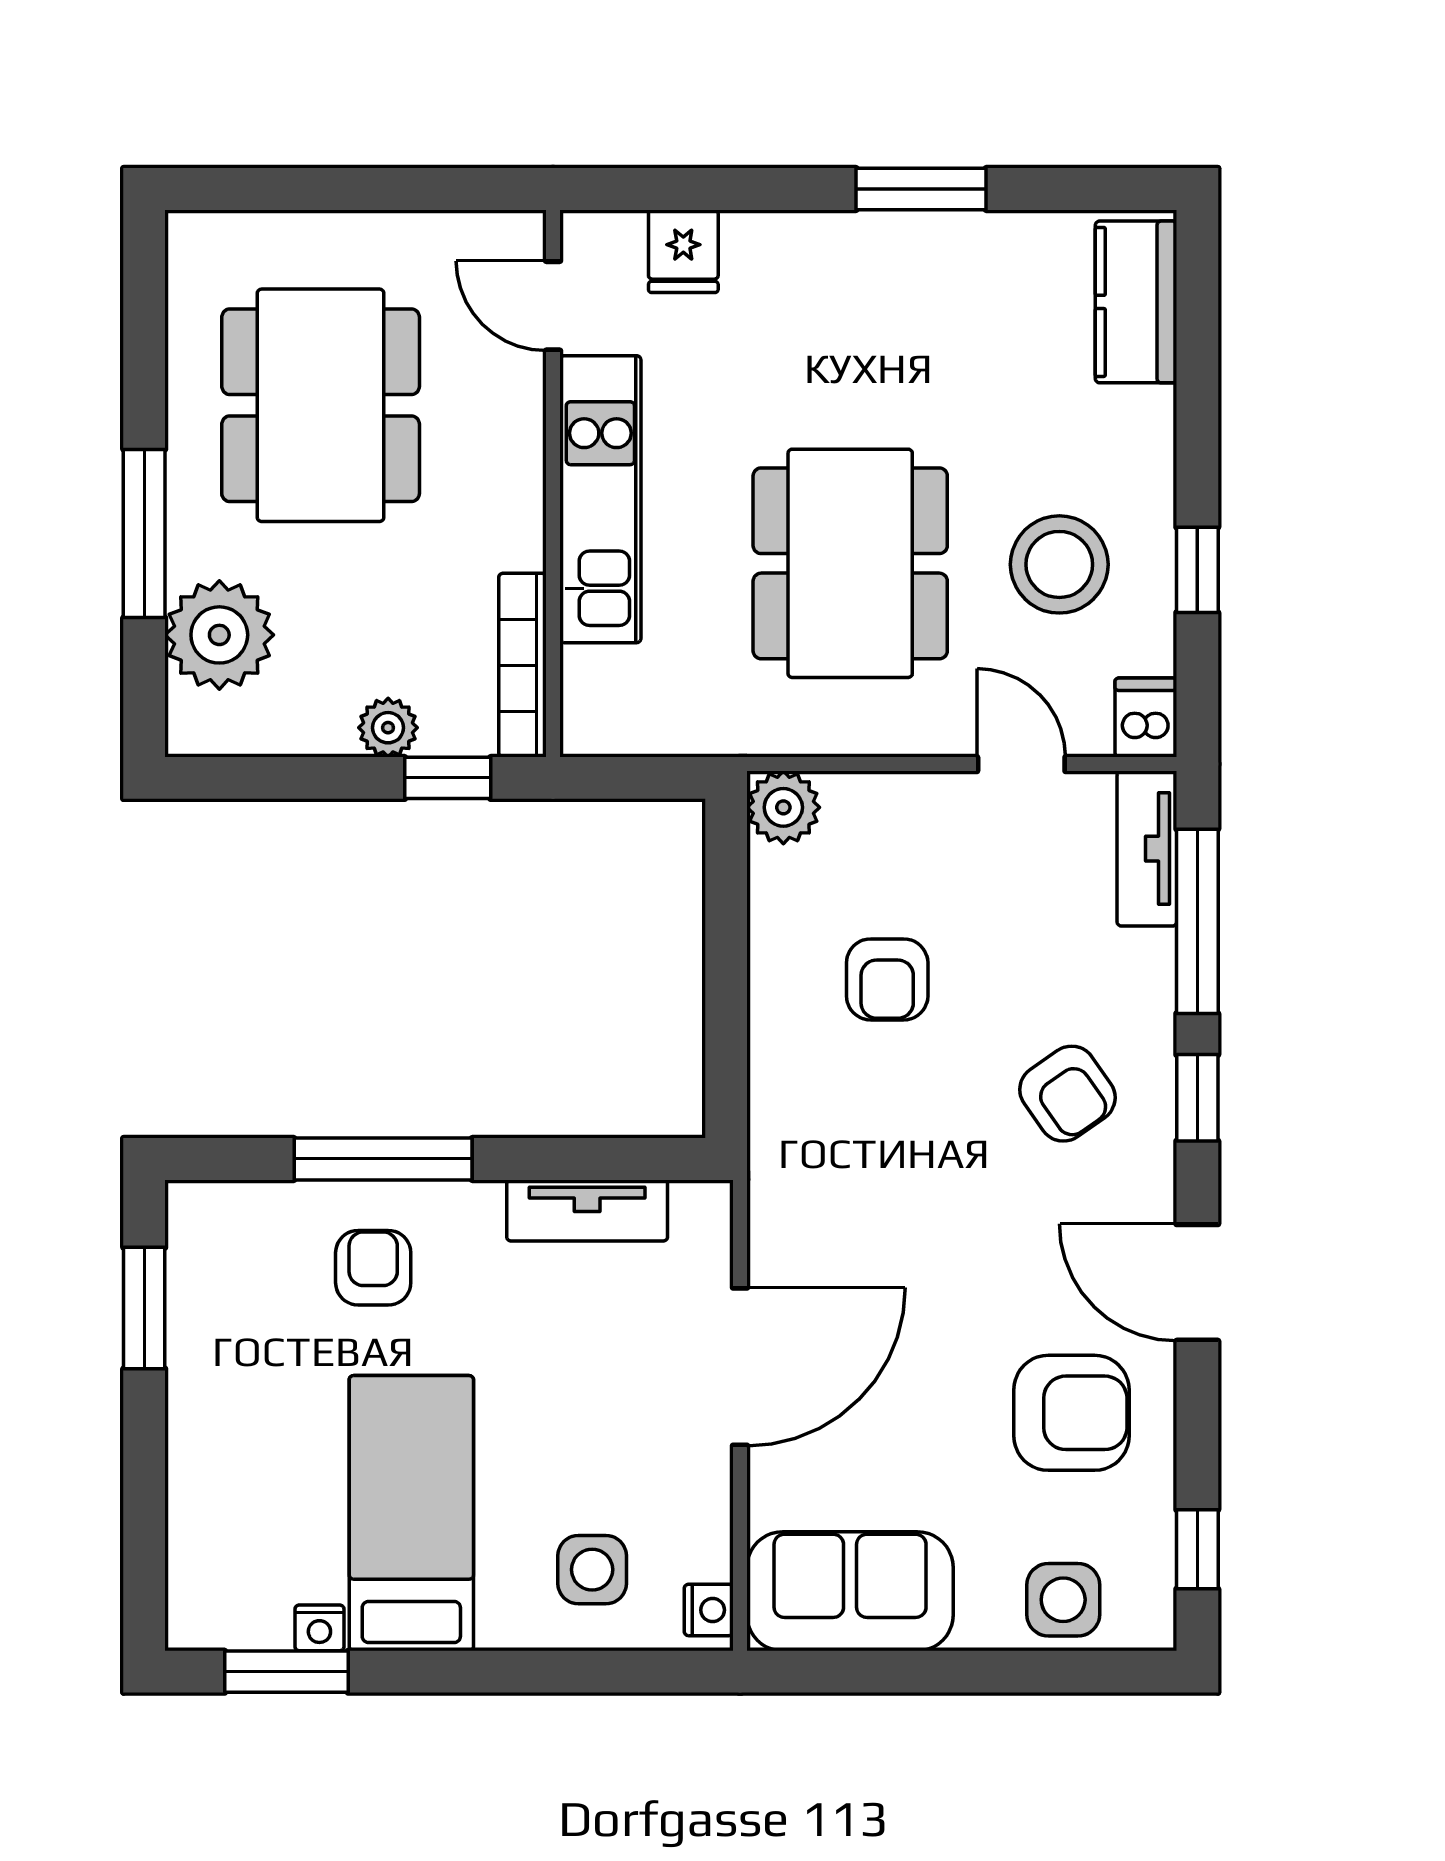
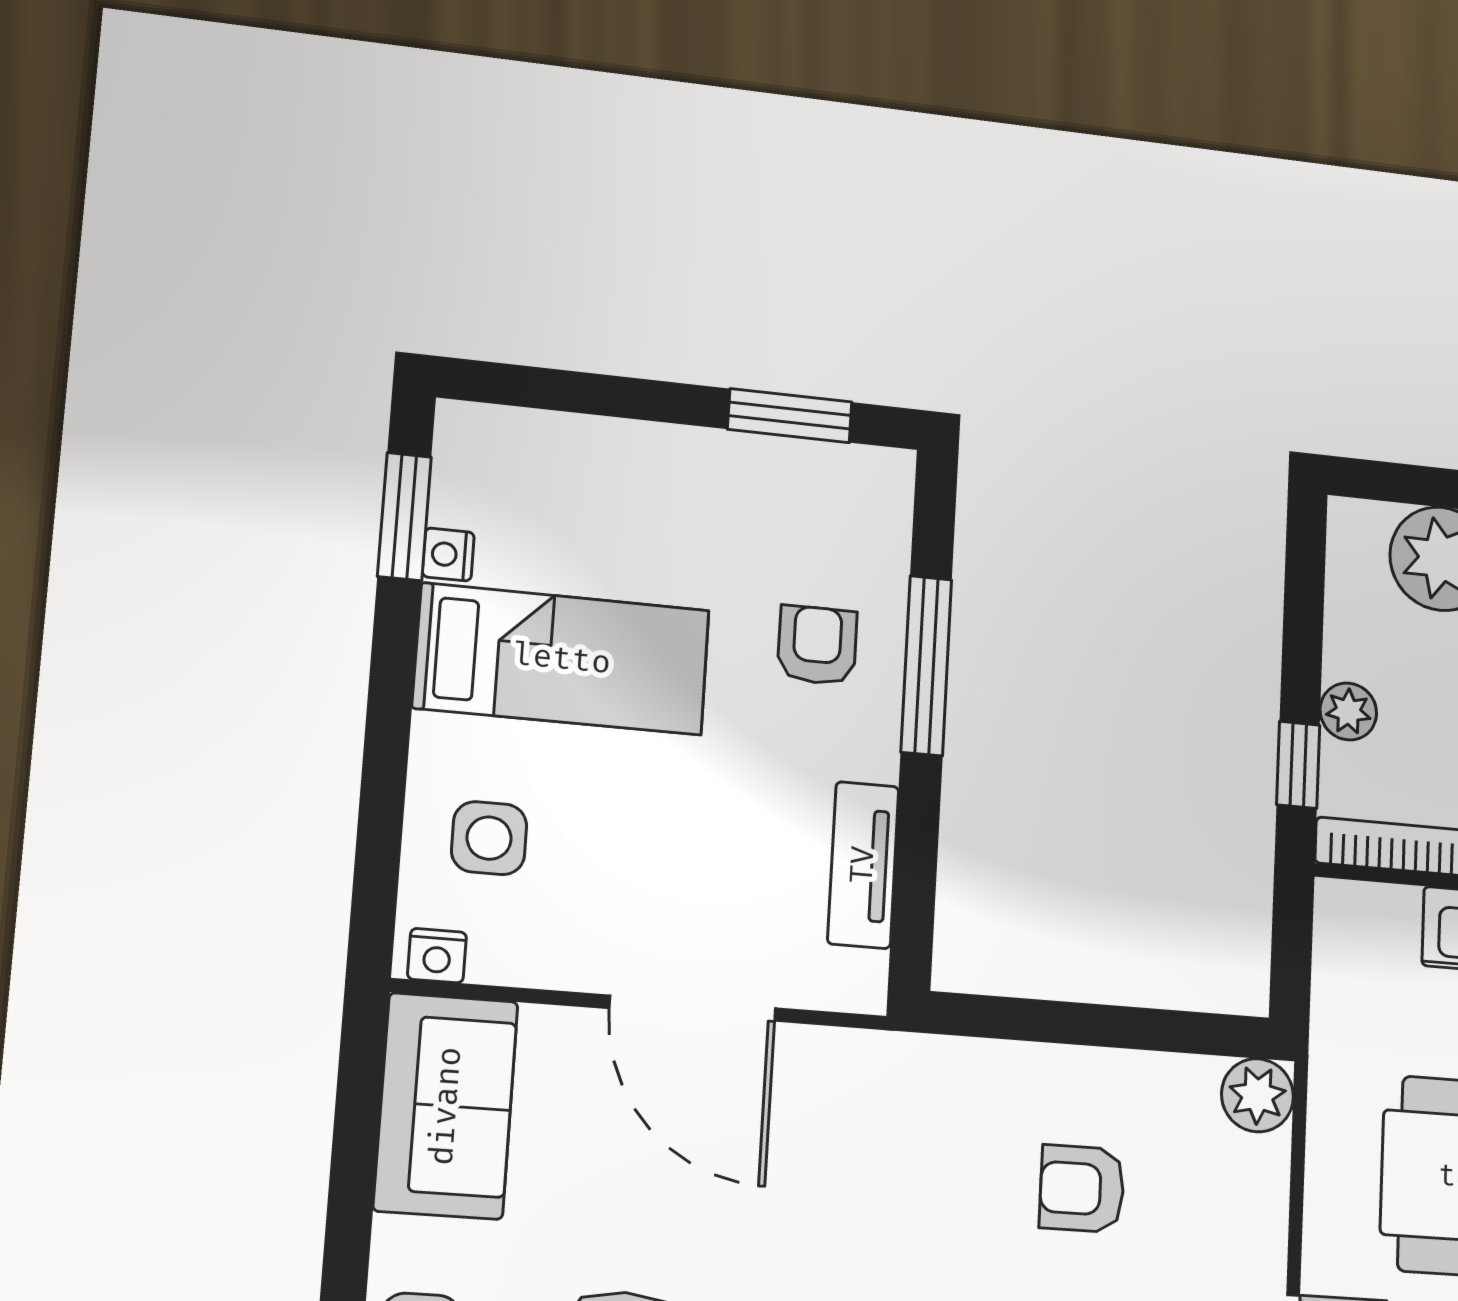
armchair: (373, 1268) -> (817, 645), turned -90

